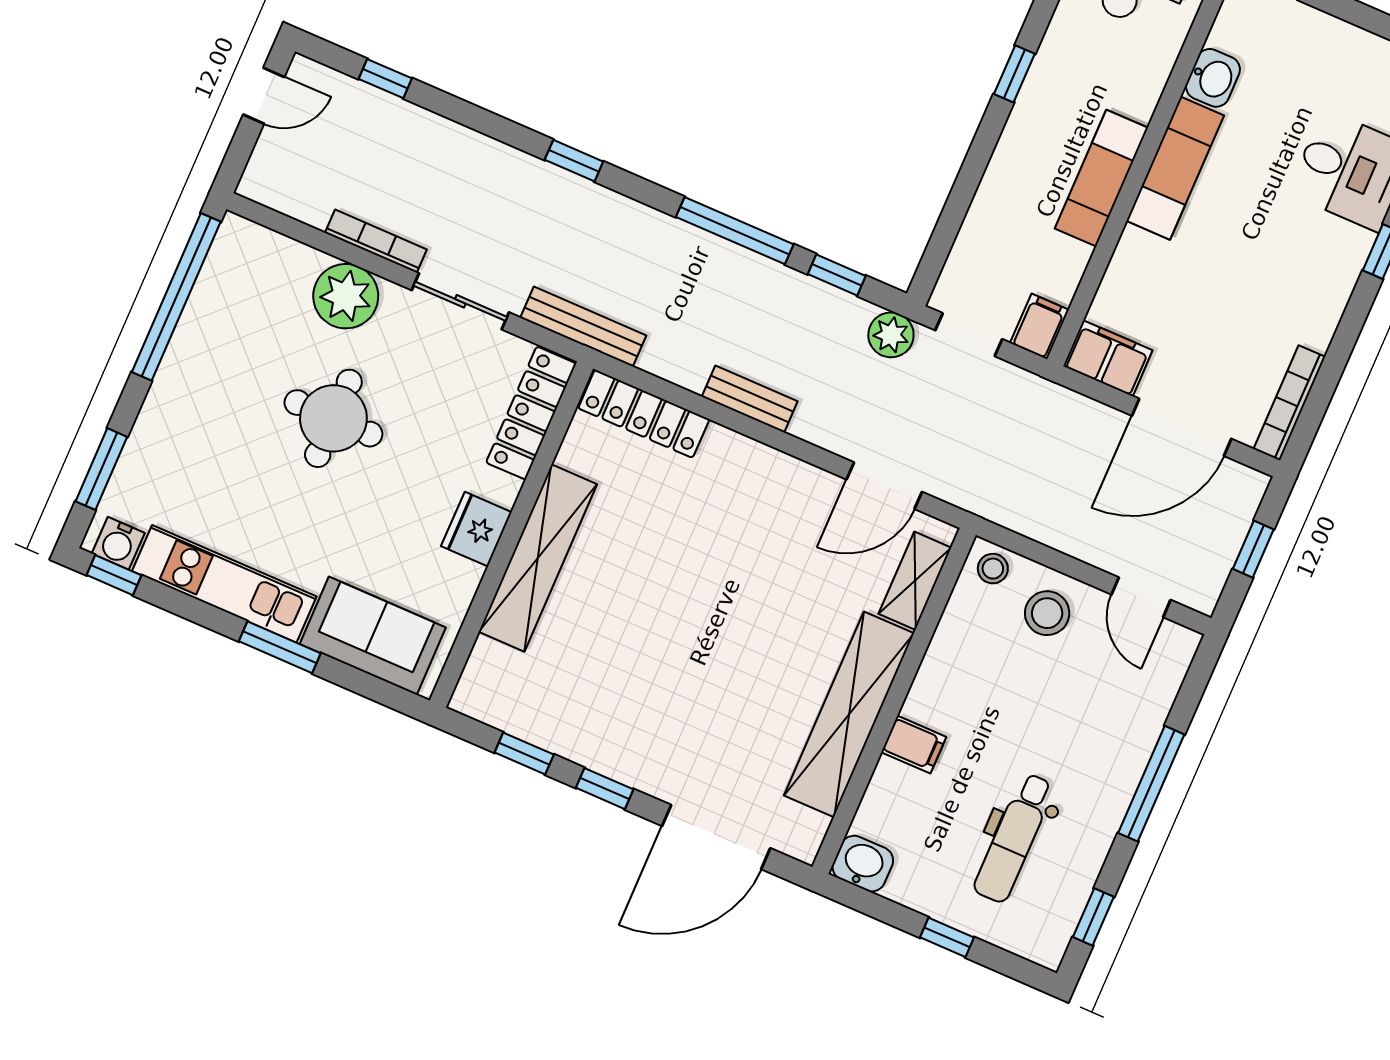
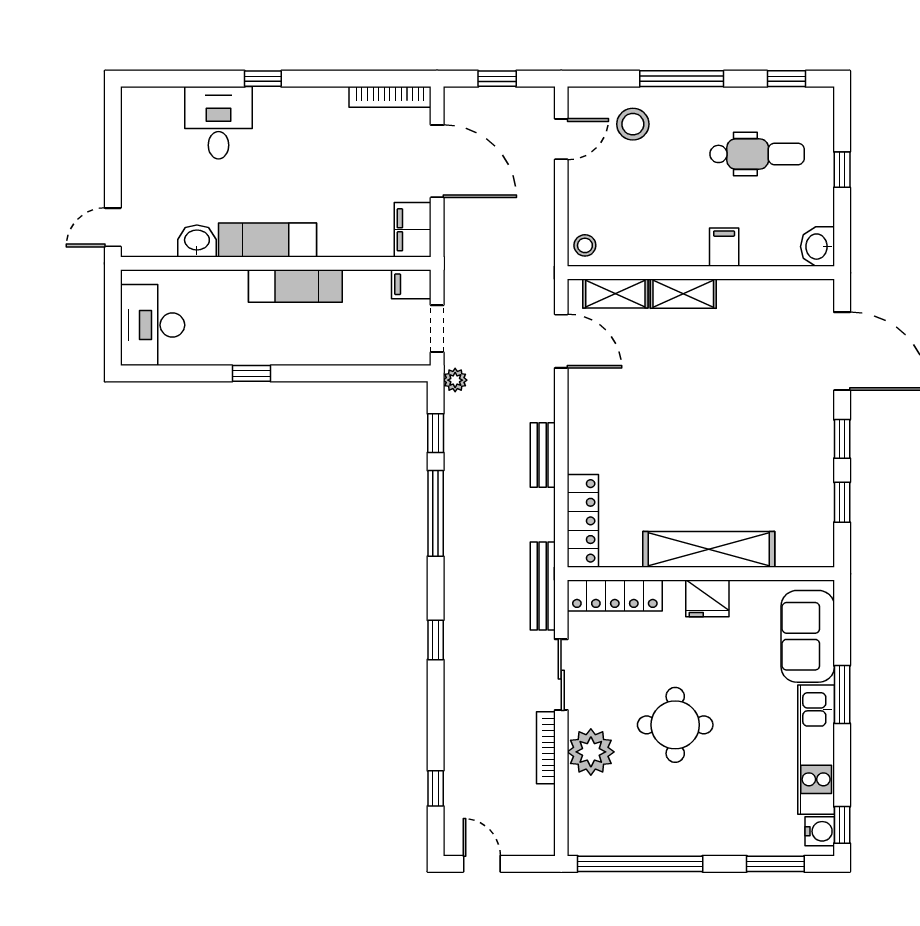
plant: (891, 335) -> (455, 380), width x0.73, depth x0.73
stool: (1047, 613) -> (633, 124), moved
shelving: (849, 714) -> (683, 294), width x0.45, depth x0.75

